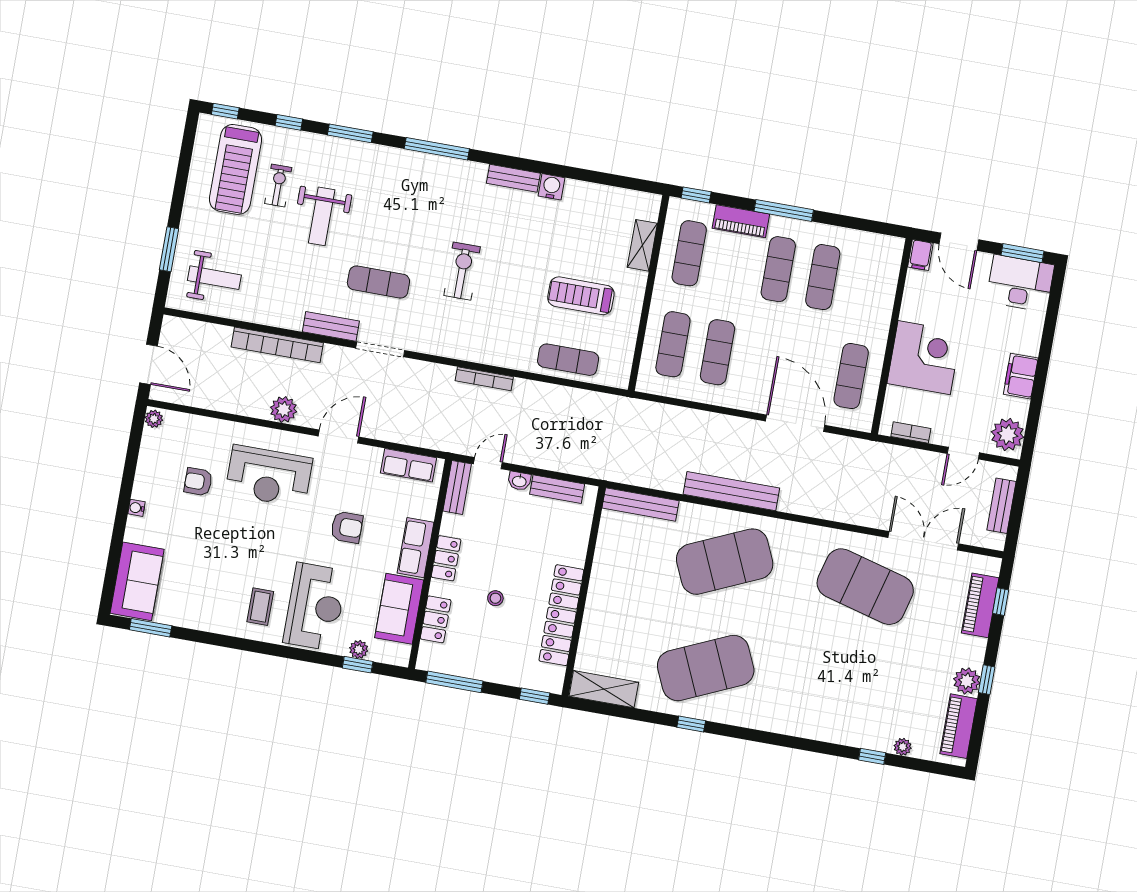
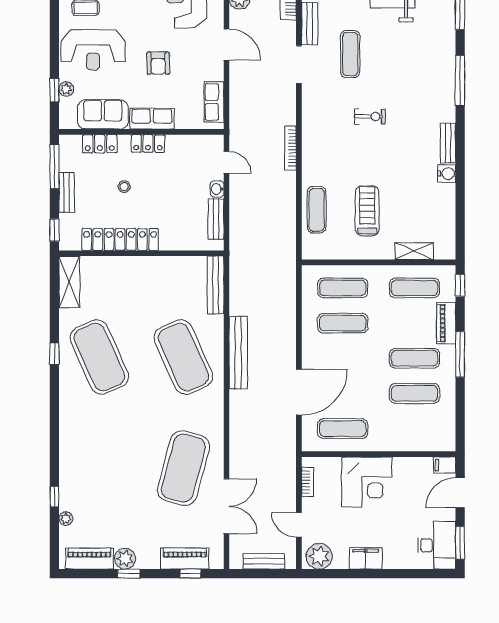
exercise bike: (462, 271) -> (370, 117), width x0.73, depth x0.72
bench: (457, 487) -> (67, 192), moved, turned 90

